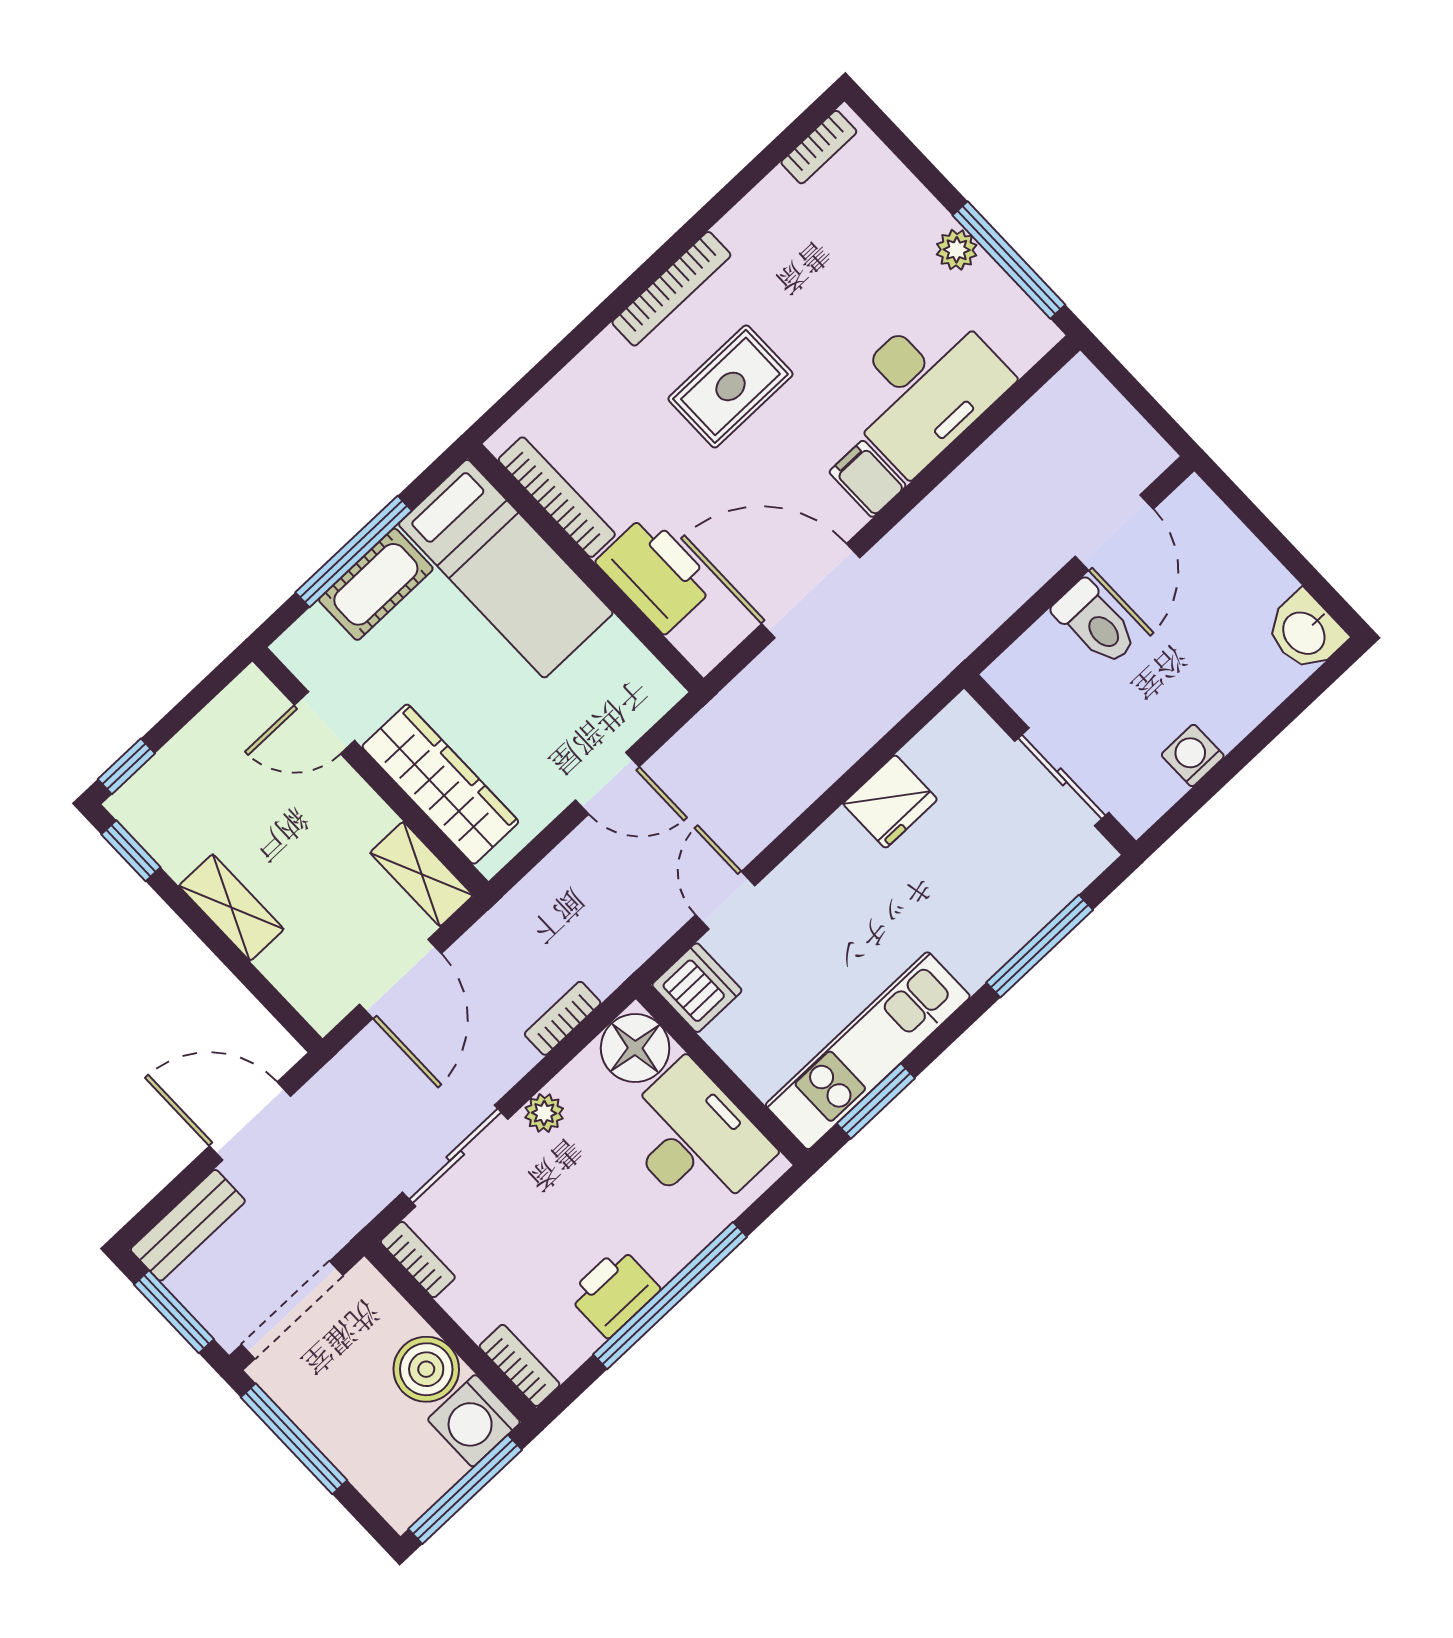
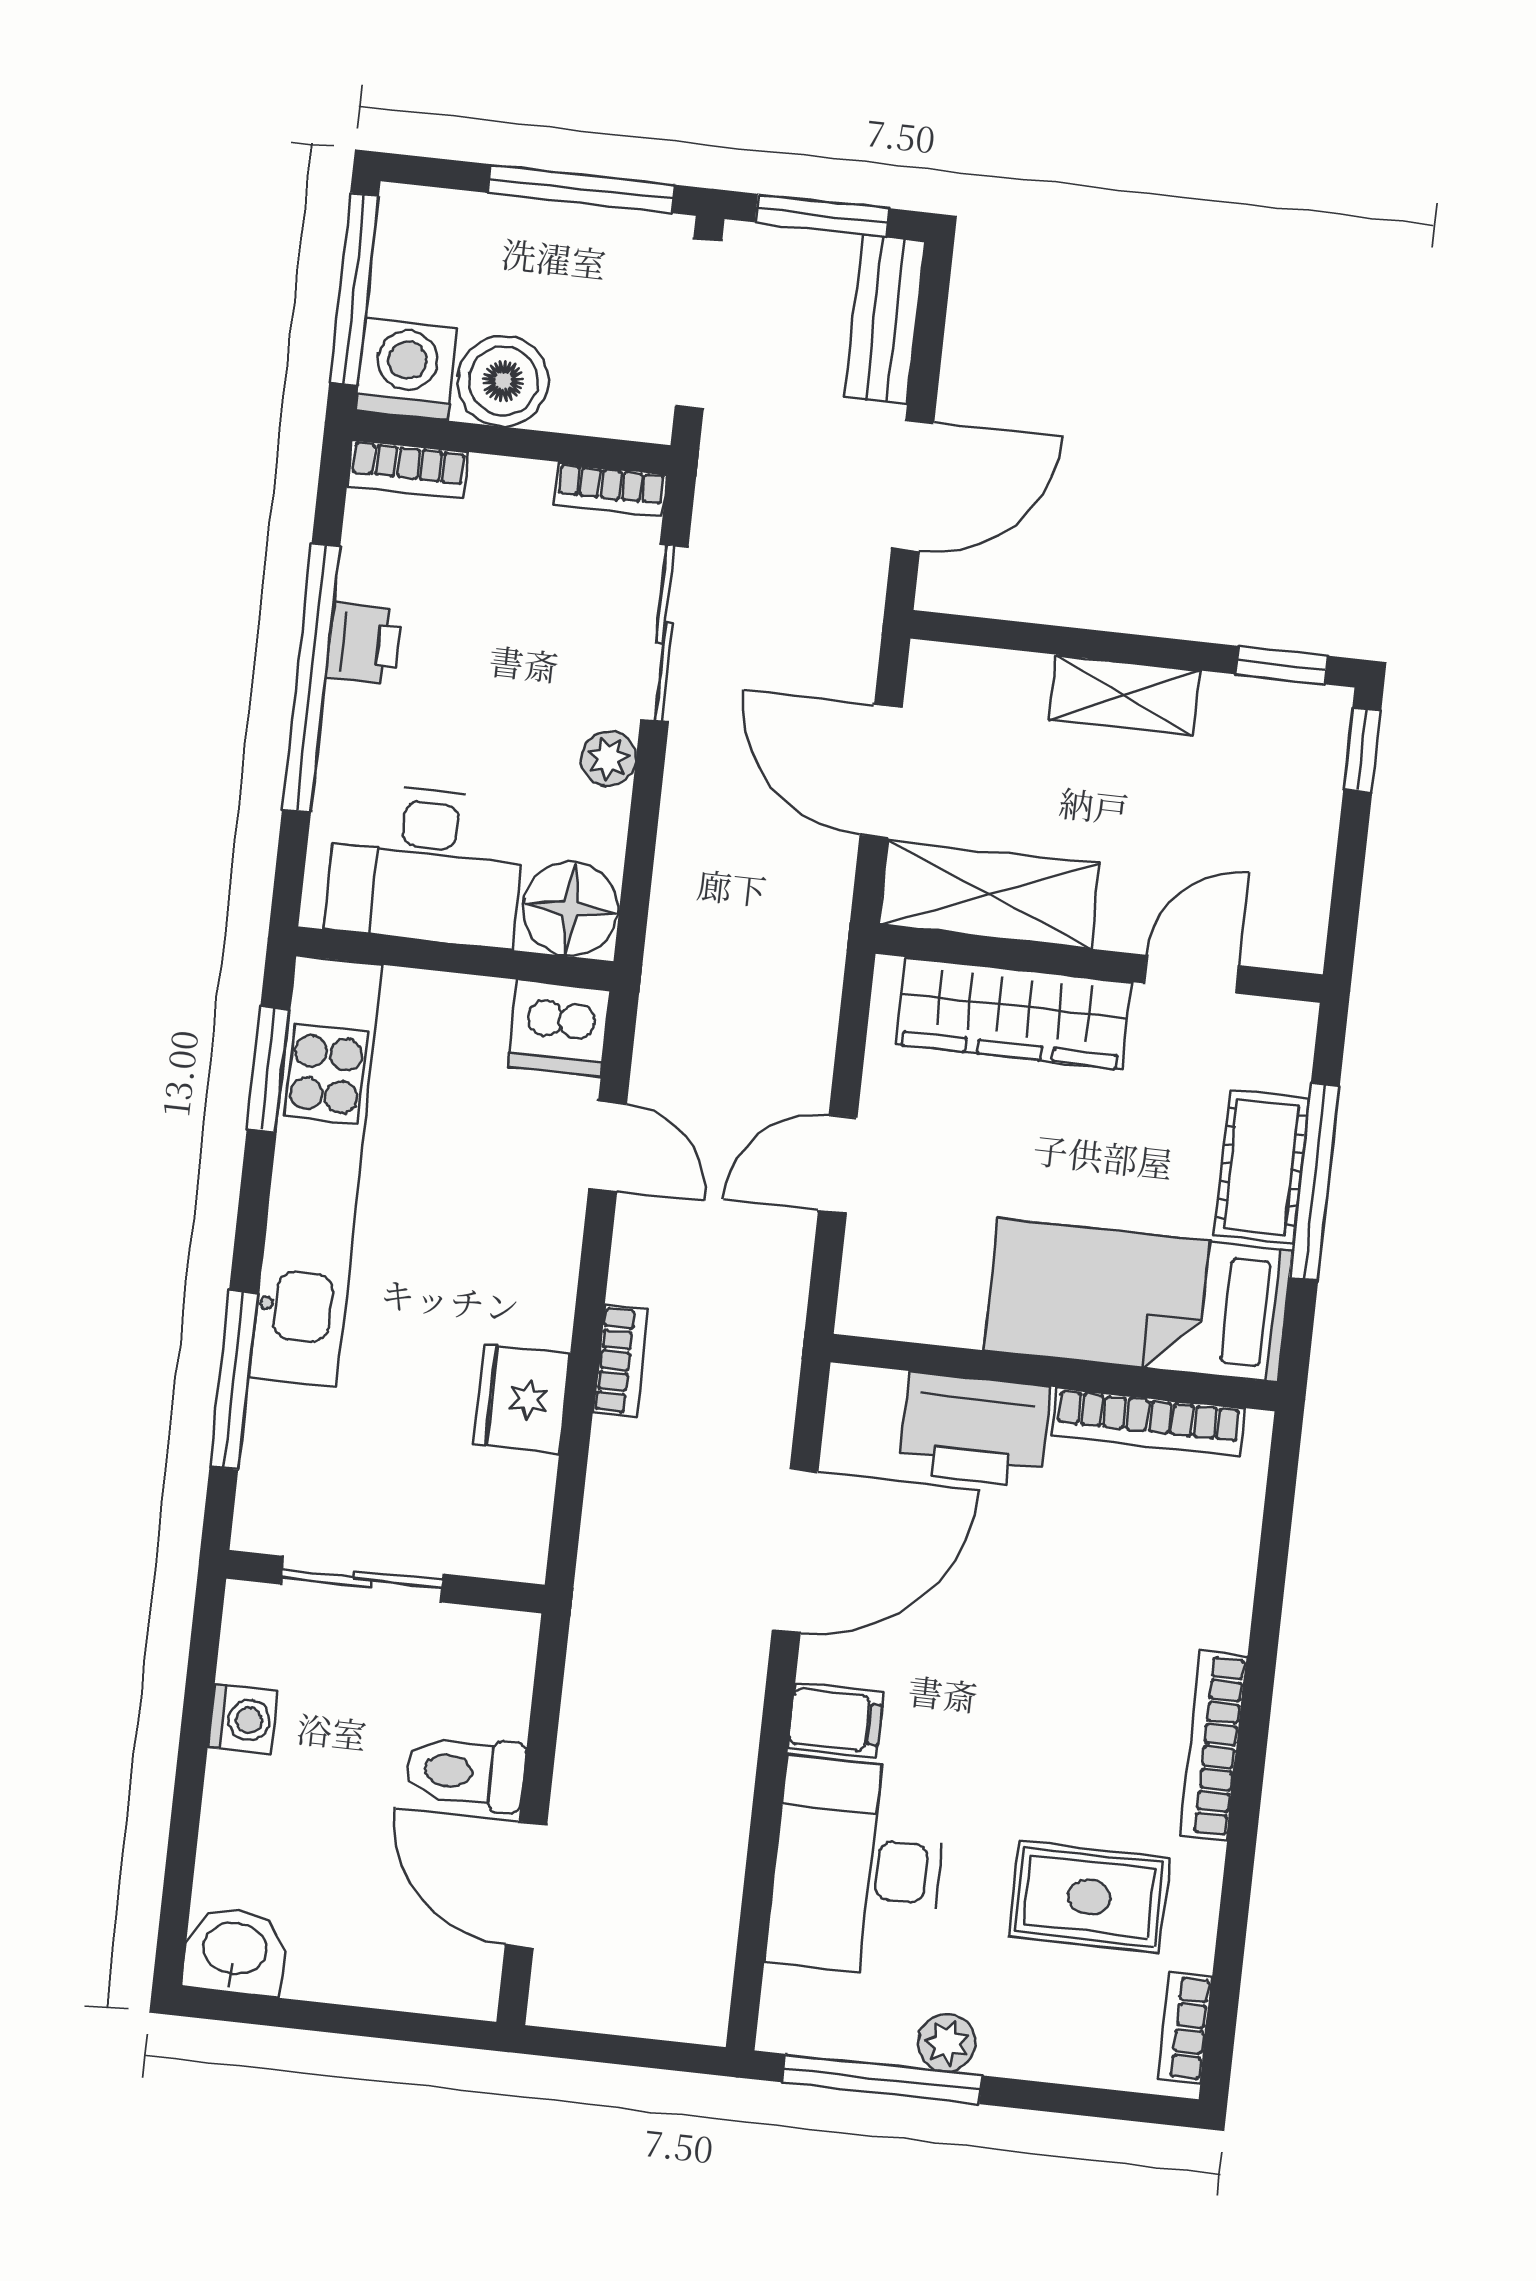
rug: (730, 386) -> (1089, 1897), moved, turned 90
shelving: (421, 874) -> (989, 894), width x1.50, depth x1.33
bookcase: (563, 1018) -> (620, 1361), moved
kitchen unit: (868, 1051) -> (315, 1171), width x1.36
printer: (614, 1292) -> (364, 644), width x0.73, depth x0.81

